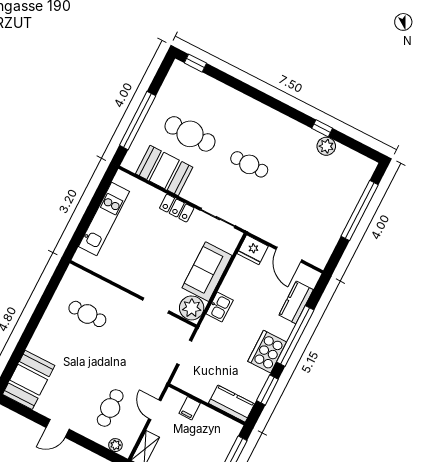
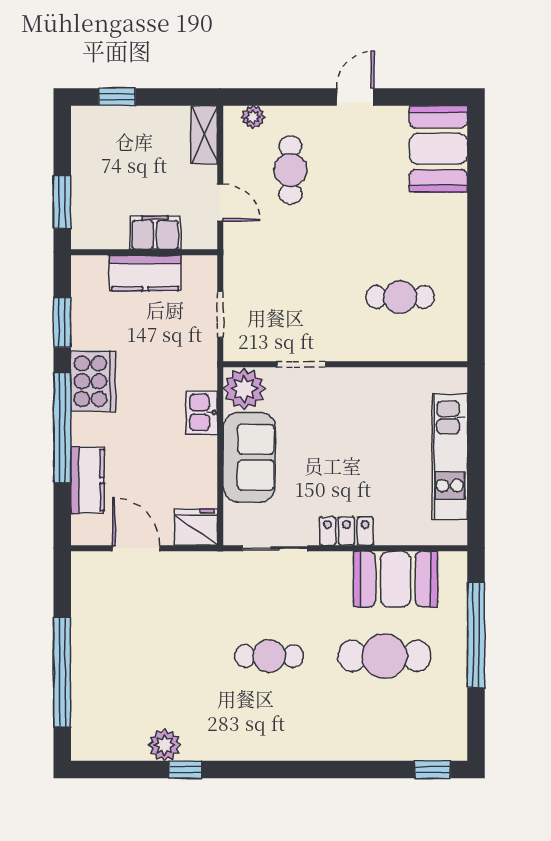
kitchen counter: (232, 404) -> (145, 273), moved
filing cabinet: (190, 408) -> (155, 233), width x2.00

